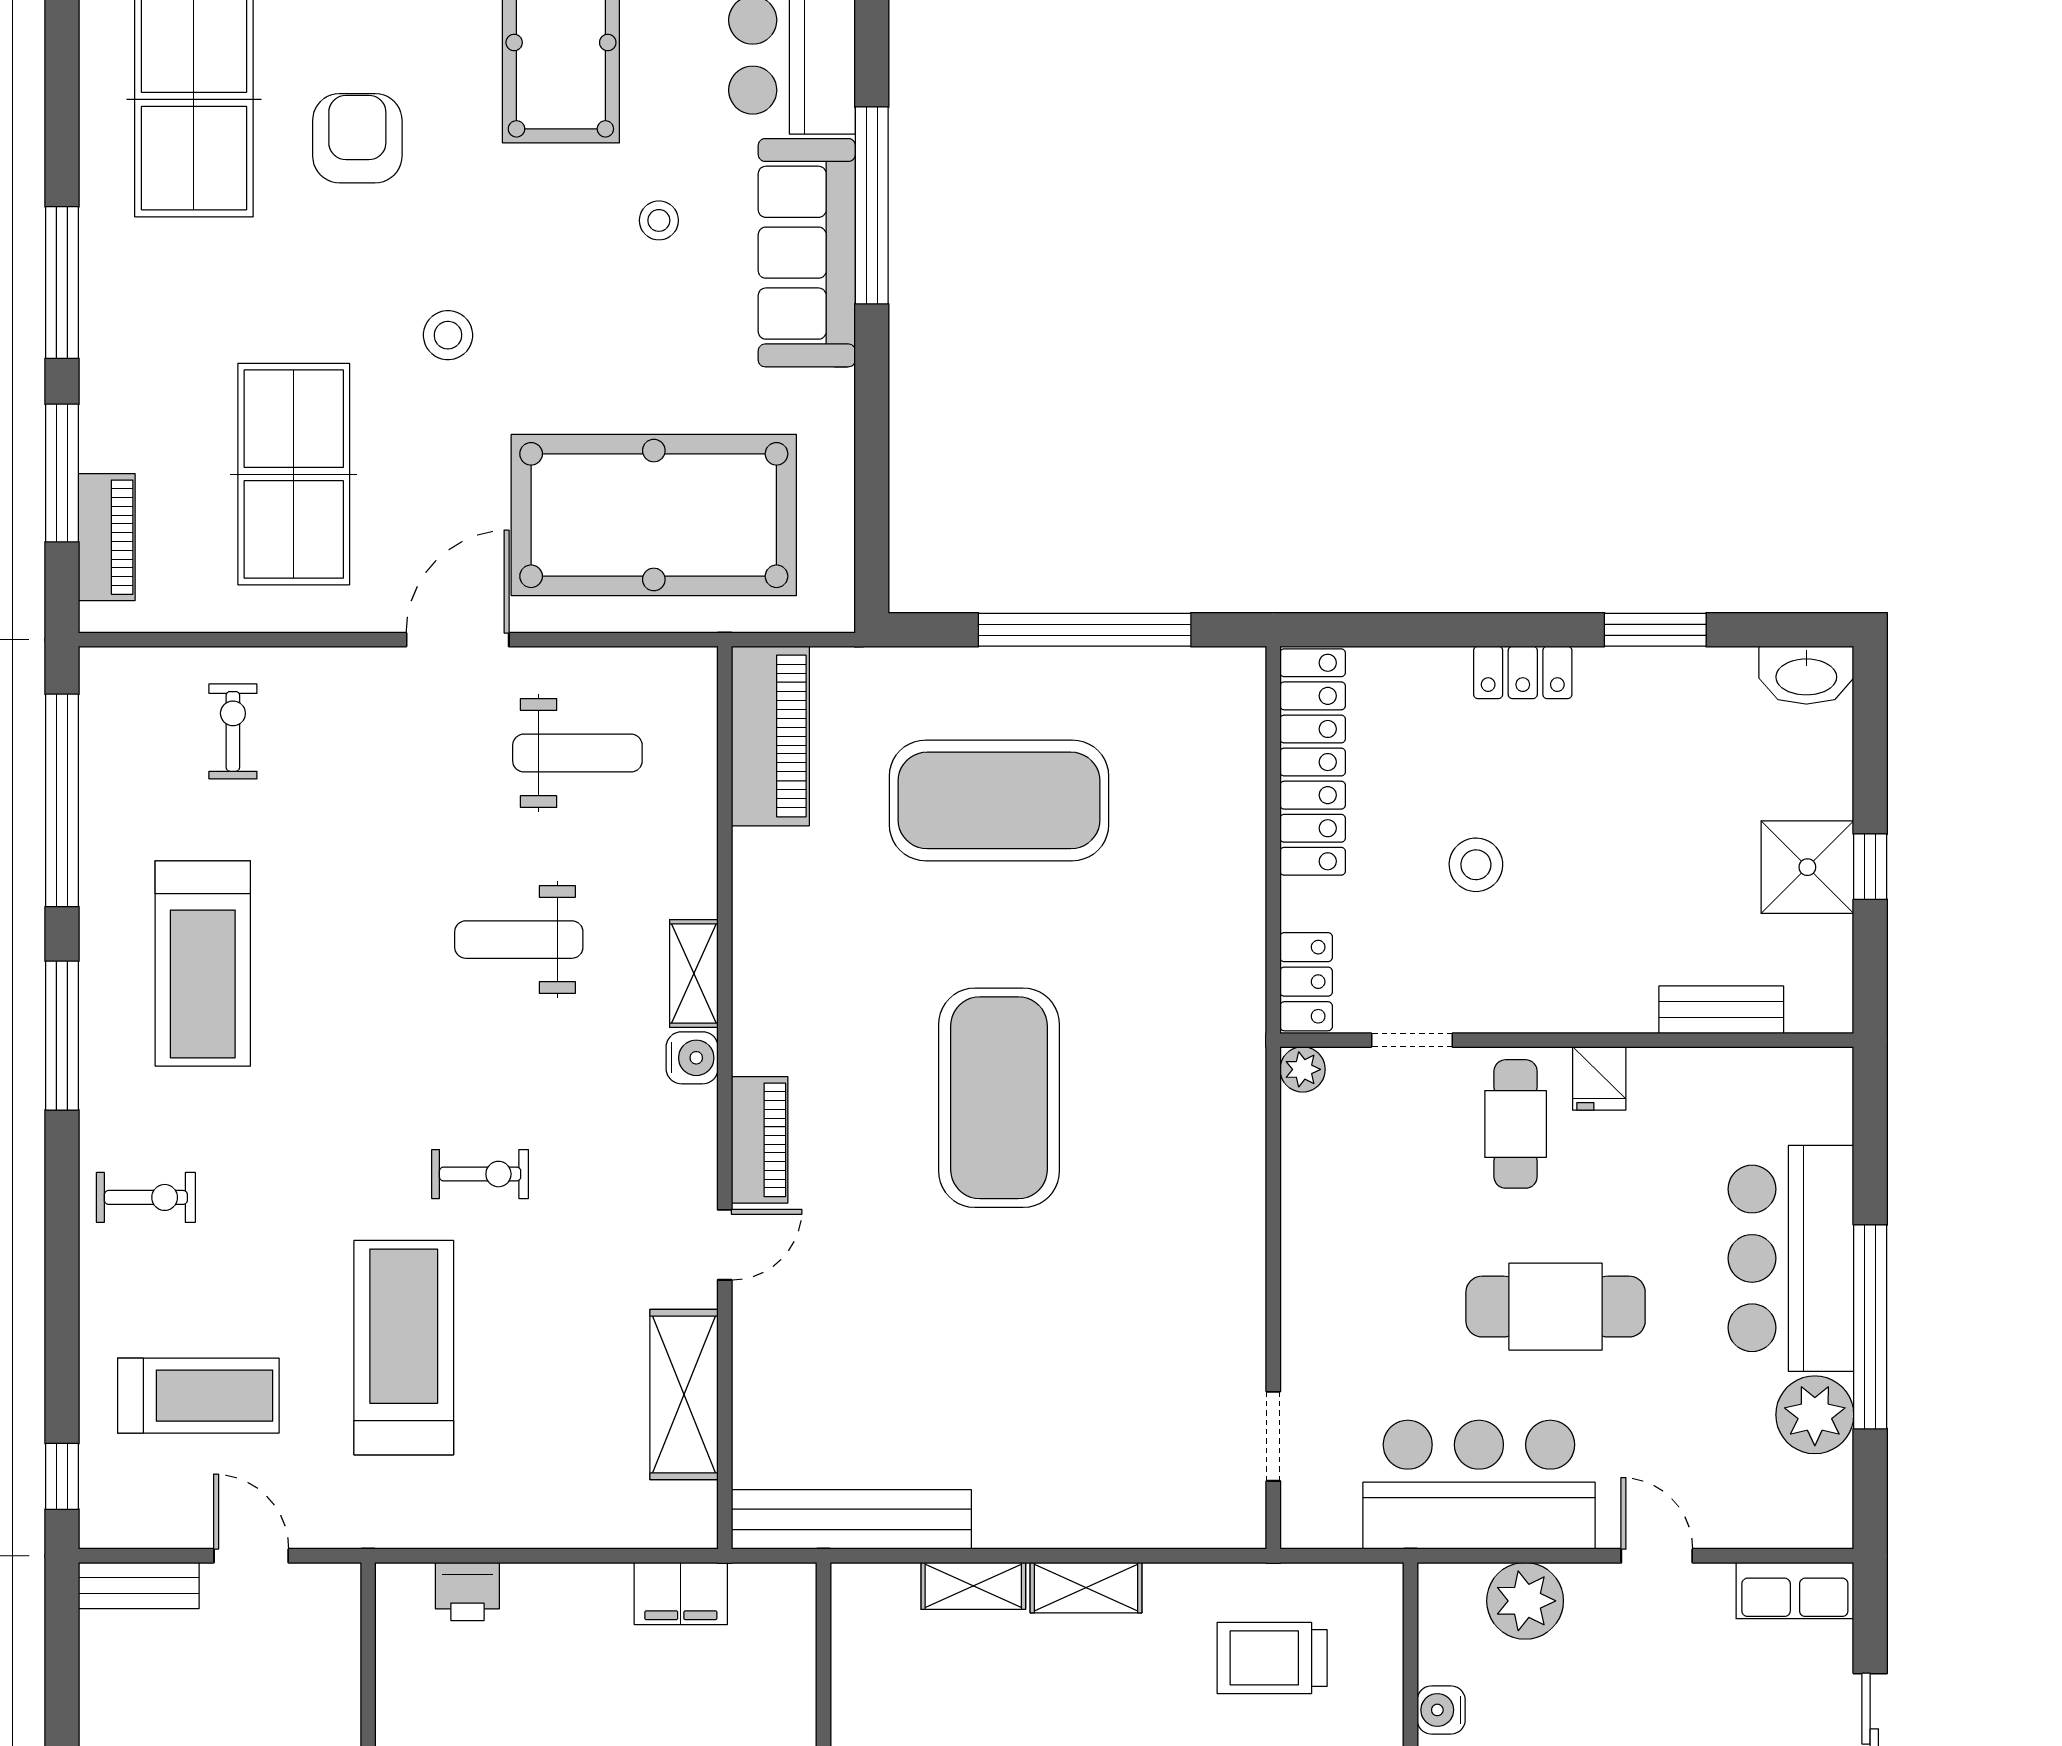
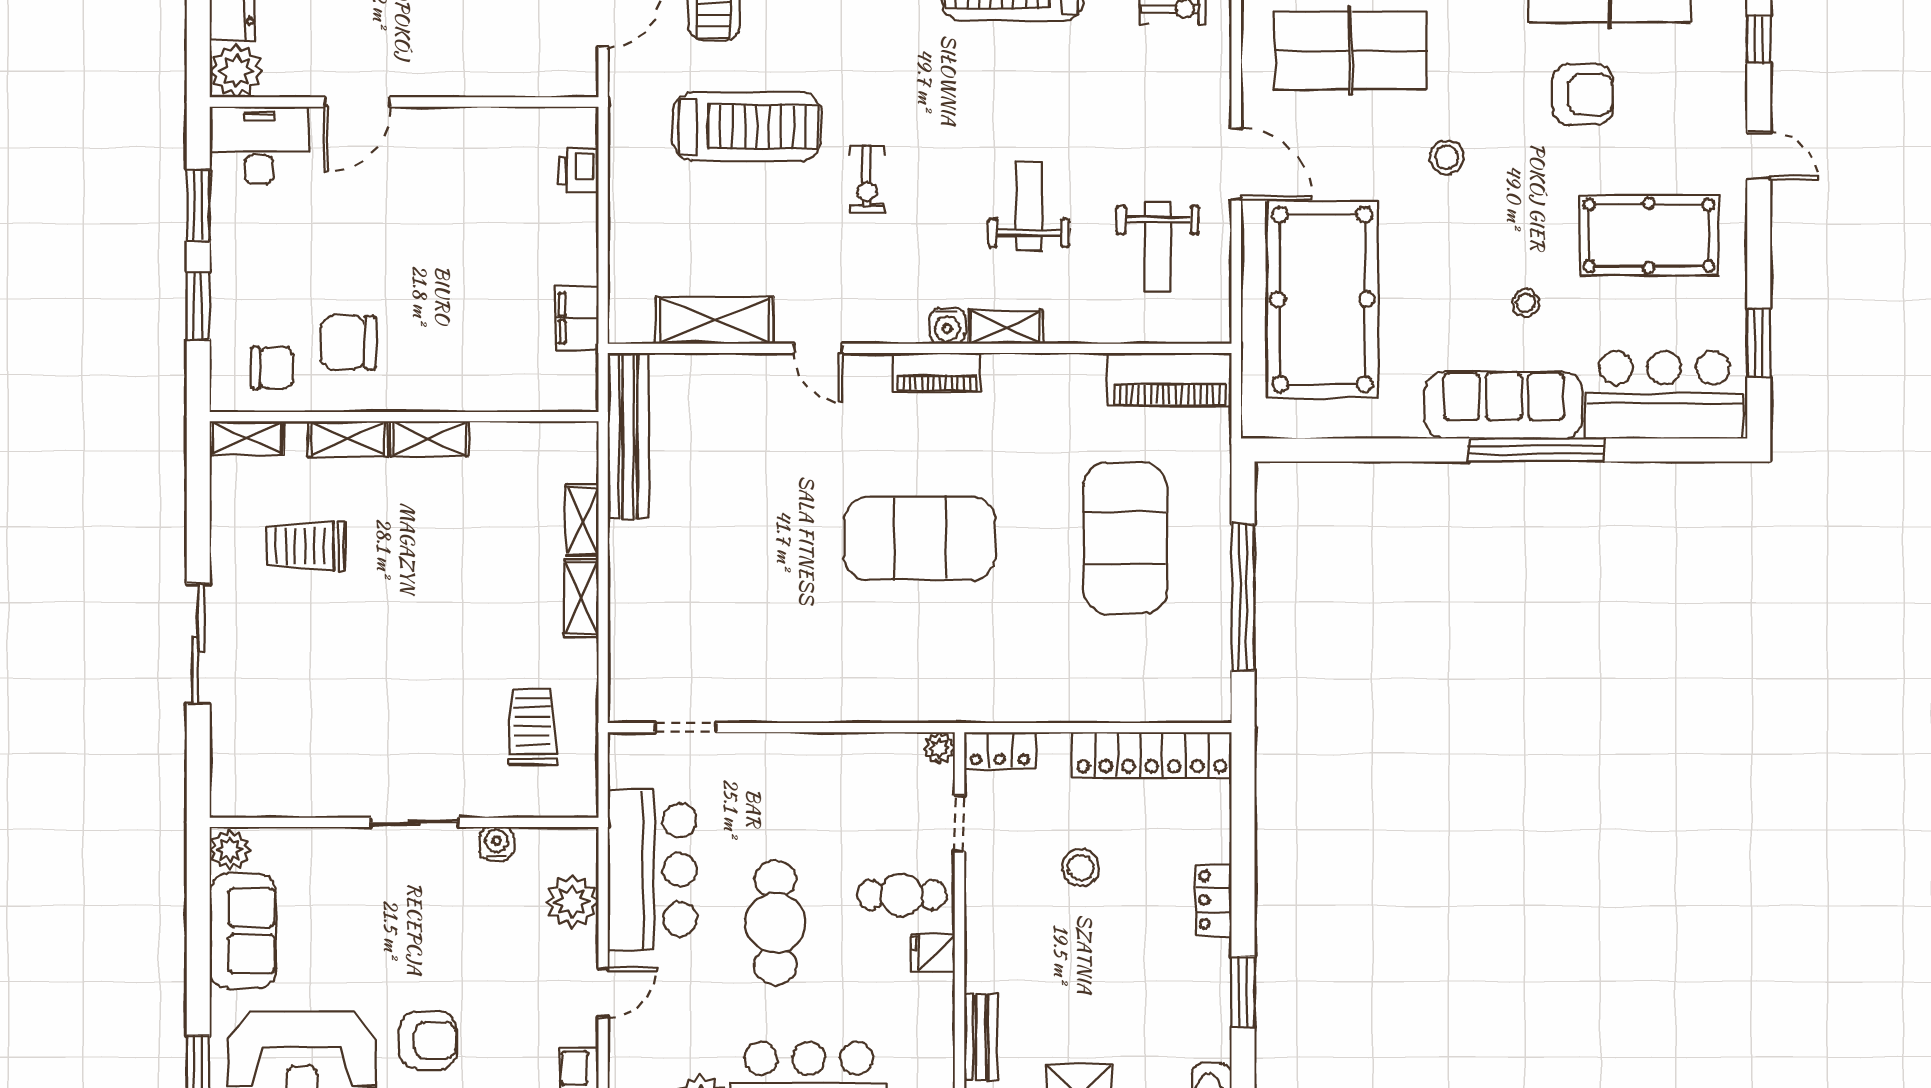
piano: (760, 1140) -> (937, 373), moved

